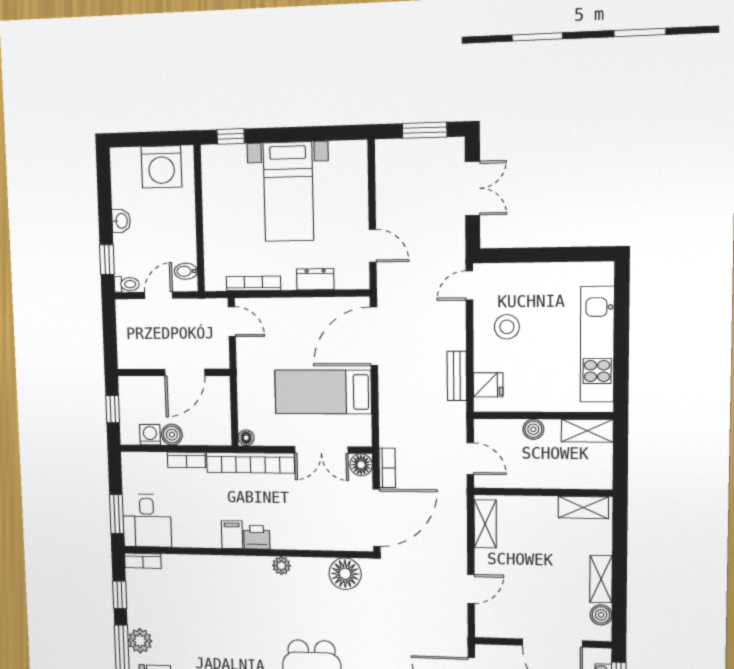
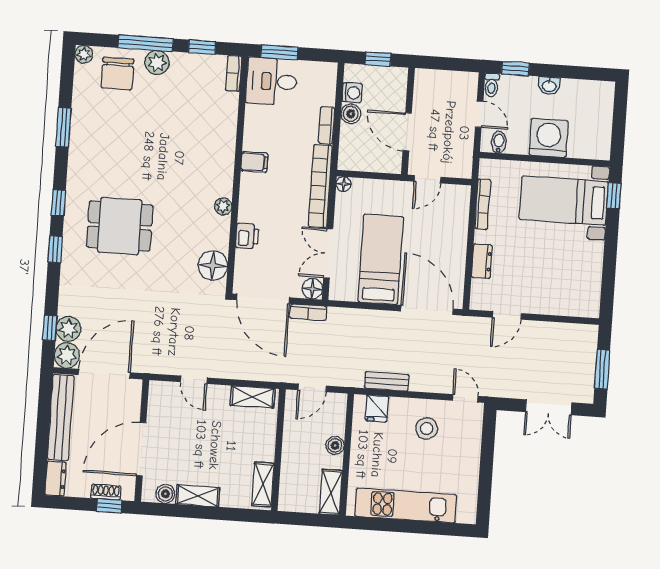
washing machine: (161, 167) -> (549, 138), moved, turned 90
bed with nightstands: (288, 192) -> (564, 201), moved
door: (232, 322) -> (428, 179), moved
printer: (257, 537) -> (247, 236), moved

